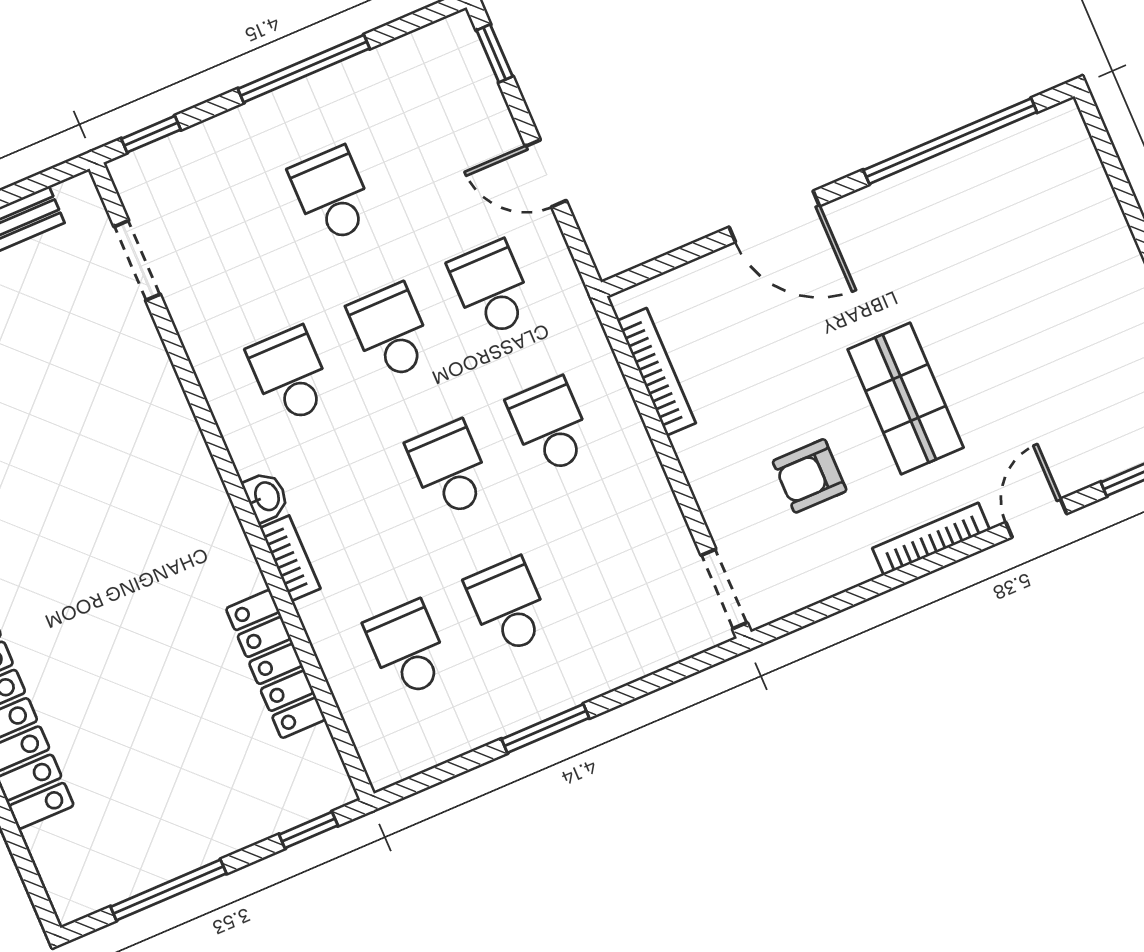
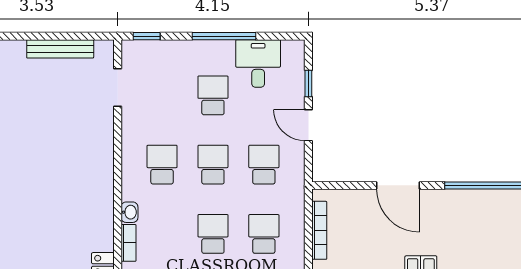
window: (495, 53) -> (308, 84), moved
desk: (394, 94) -> (258, 63), added

